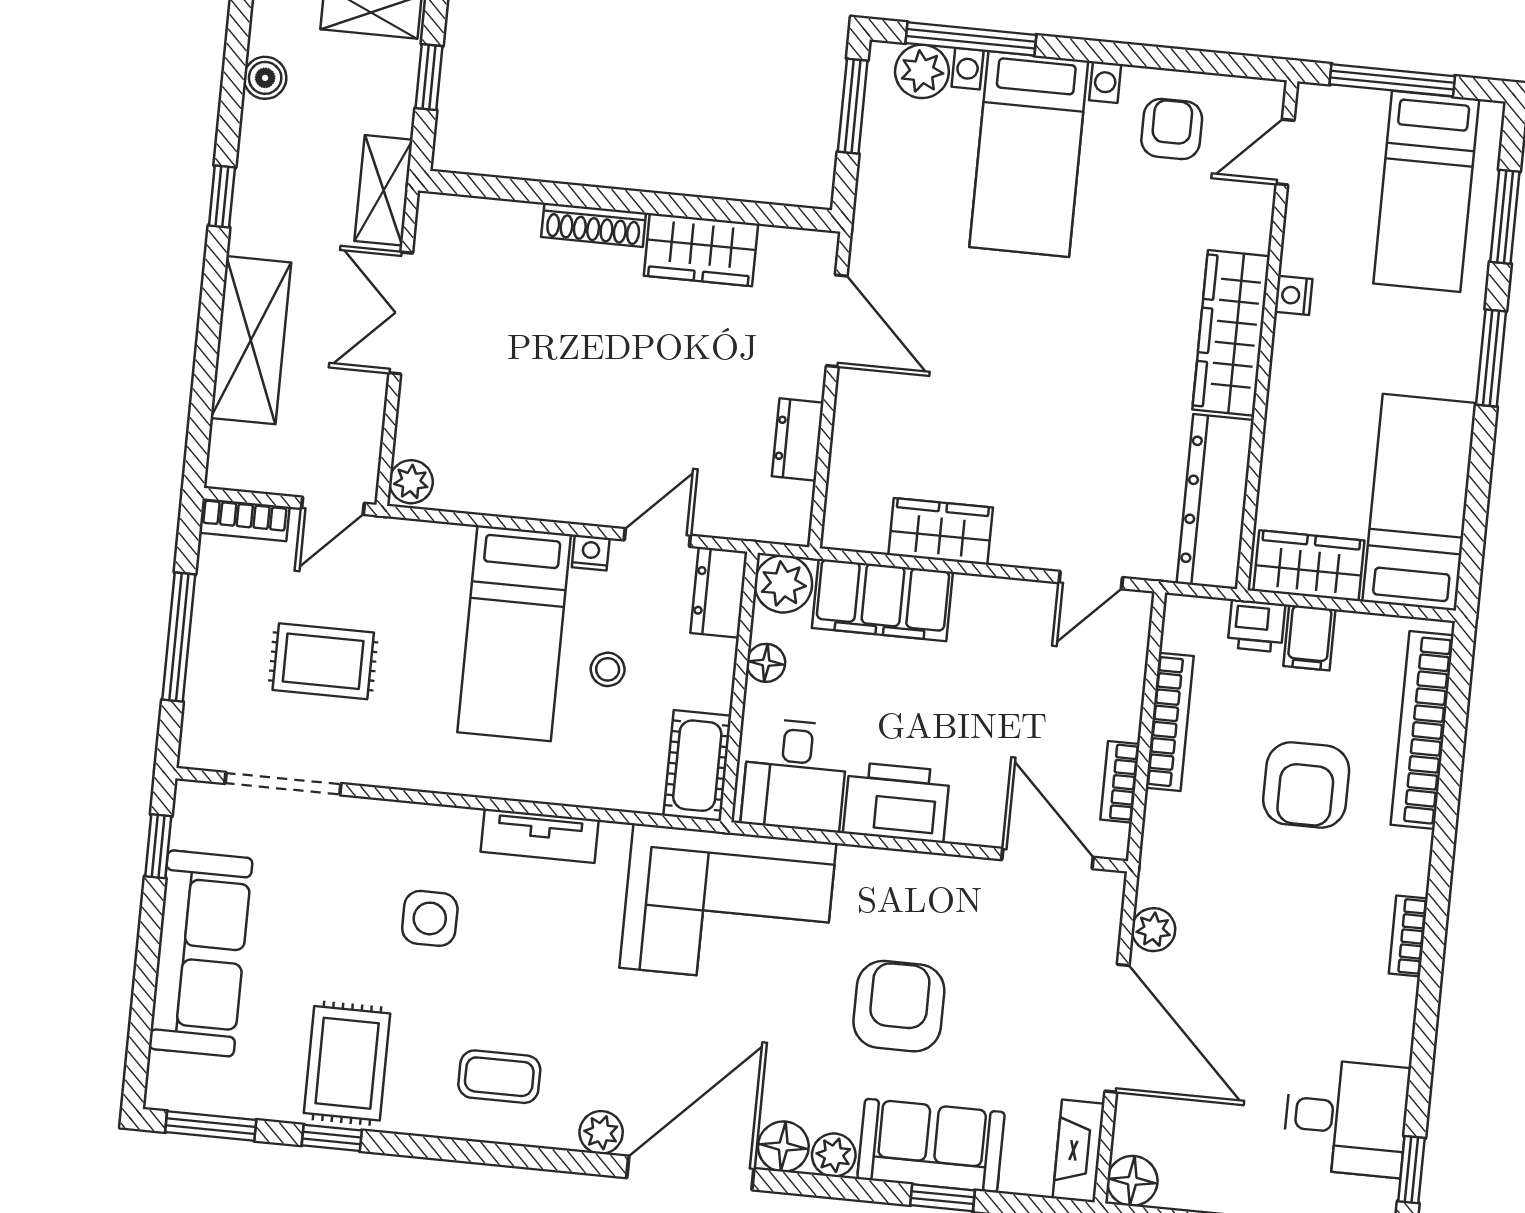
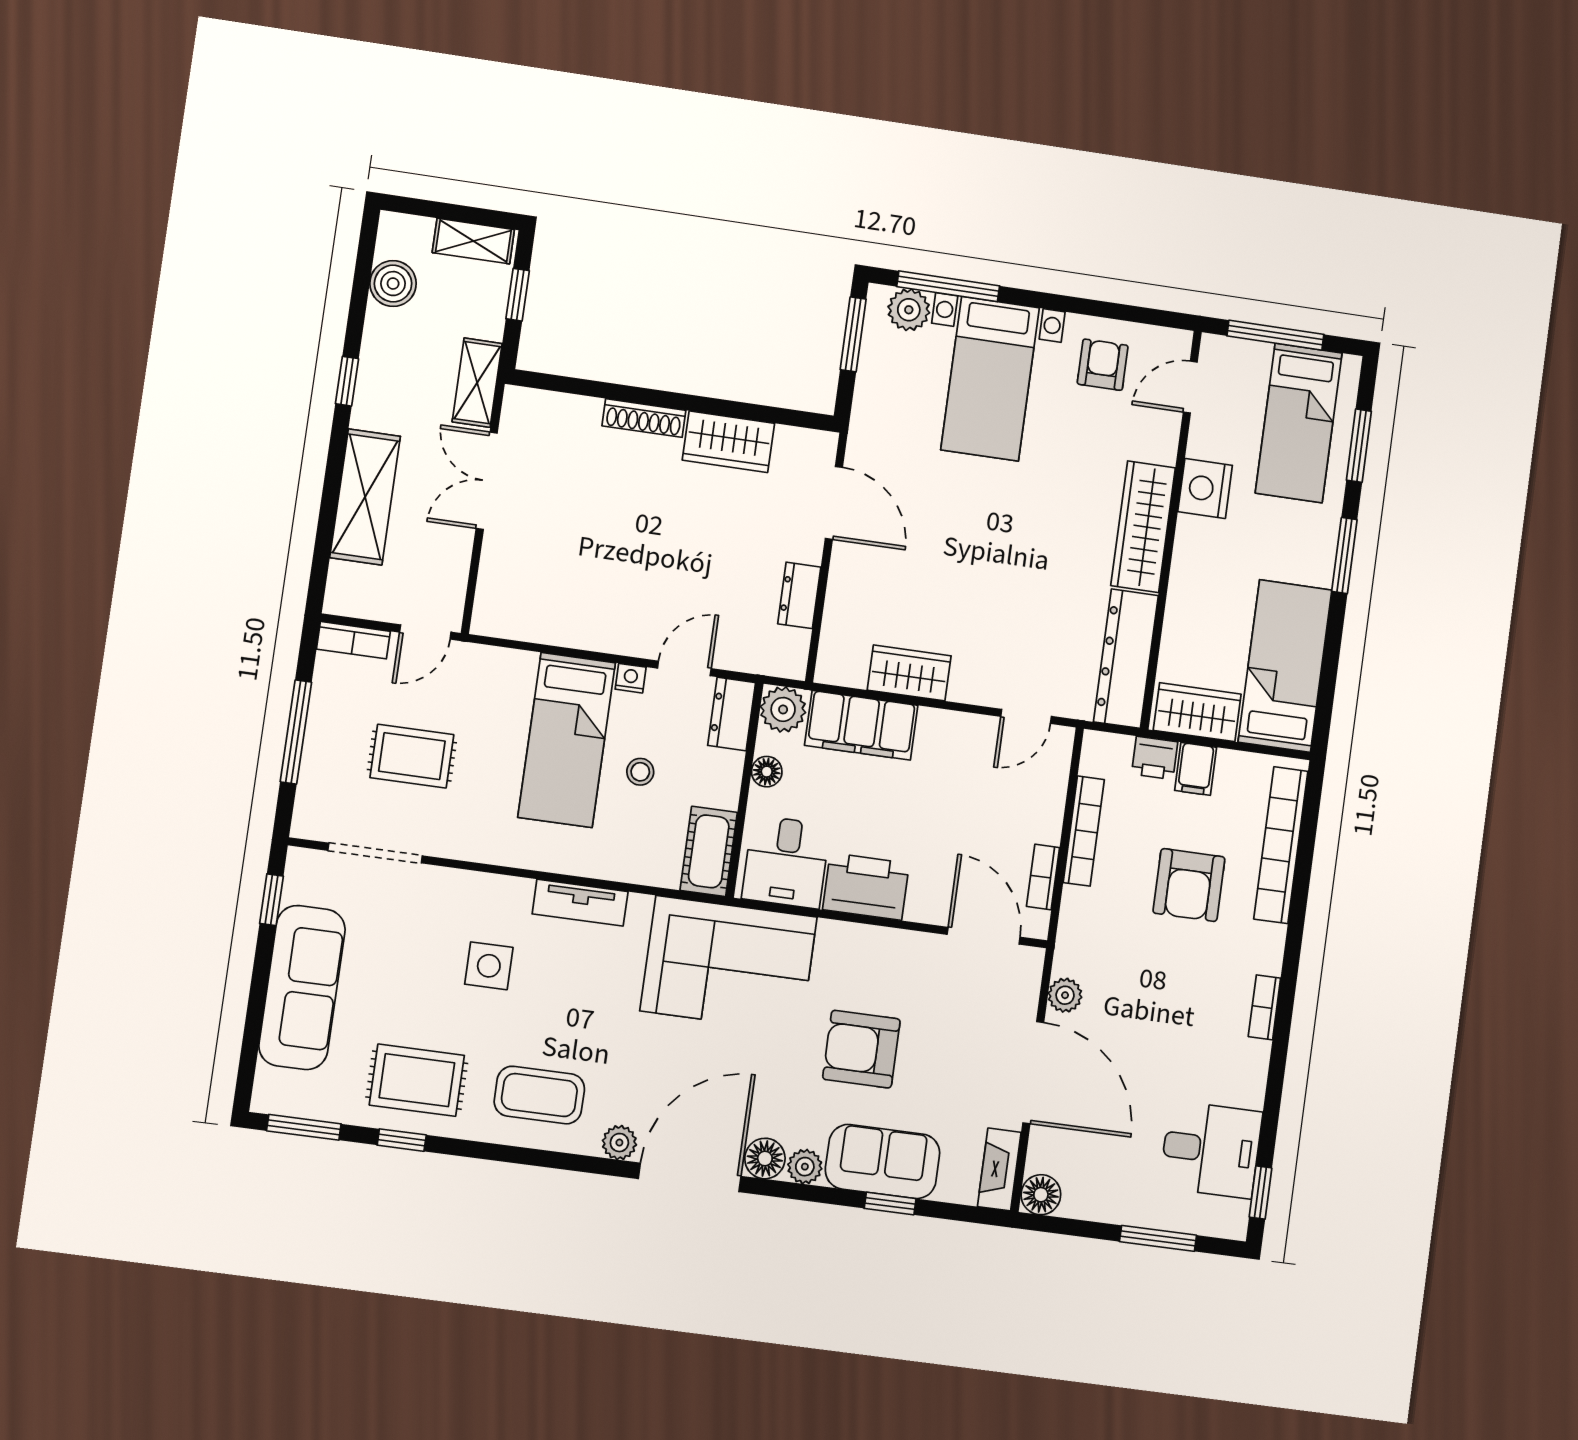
boiler: (265, 78) -> (393, 284), width x1.36, depth x1.36
nightstand: (1293, 295) -> (1205, 488), width x1.89, depth x1.79
plant: (411, 482) -> (489, 616), removed
armchair: (899, 1006) -> (861, 1049), turned -90
rug: (347, 1063) -> (417, 1080), turned 90
coffee table: (499, 1077) -> (539, 1095), width x1.36, depth x1.30

